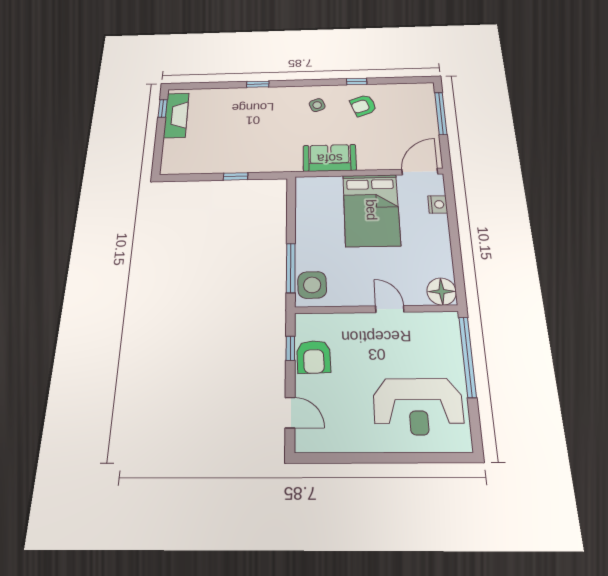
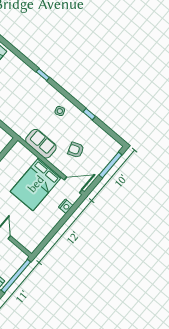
armchair: (363, 105) -> (76, 150), moved
floor lamp: (442, 292) -> (31, 244), removed

